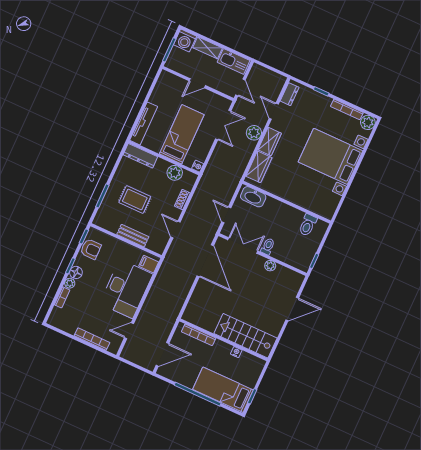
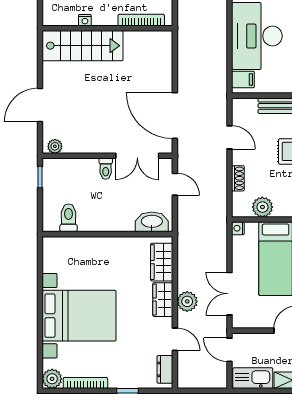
plant: (270, 266) -> (55, 146), moved

